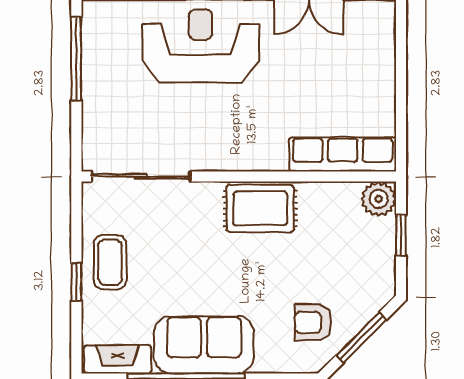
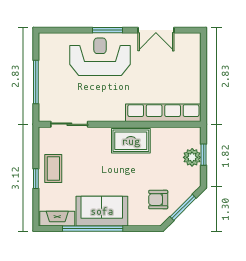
window: (76, 59) -> (36, 82), moved
row of seats: (343, 154) -> (163, 113), width x1.36
sliding door: (141, 177) -> (69, 124), width x0.73
plant: (379, 199) -> (192, 157), moved

